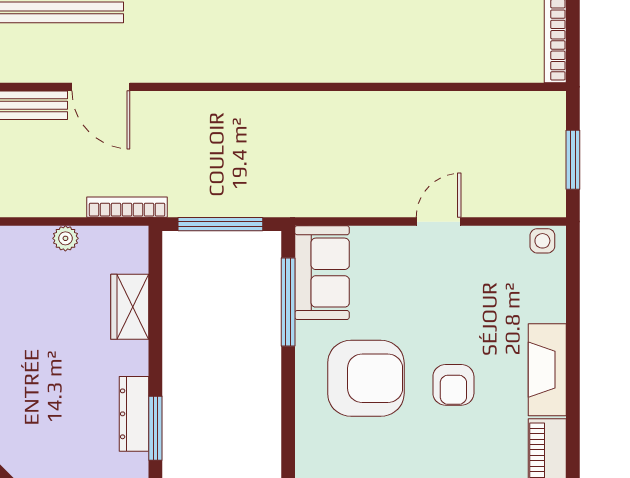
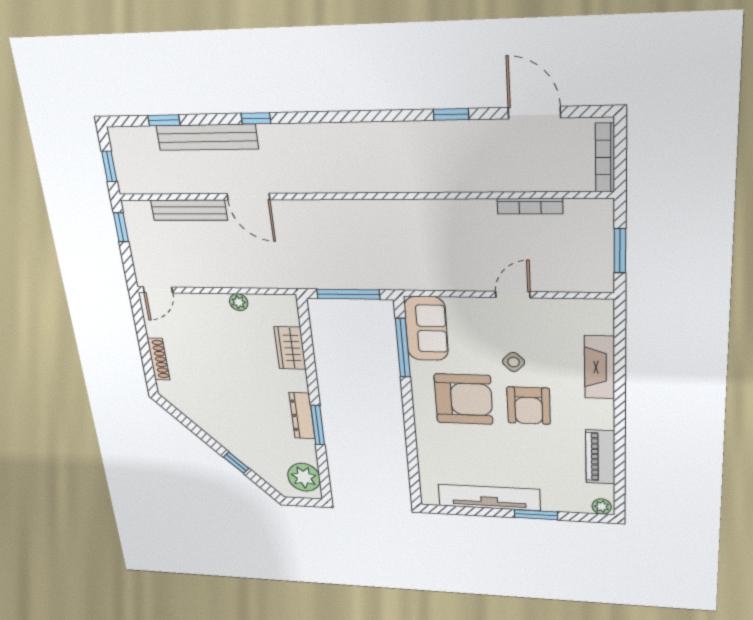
bookcase: (127, 207) -> (530, 206), moved, turned 180
side table: (542, 241) -> (514, 362), moved, turned 45
fireplace: (547, 370) -> (600, 367), moved
armchair: (453, 385) -> (529, 406), width x1.38, depth x1.38

